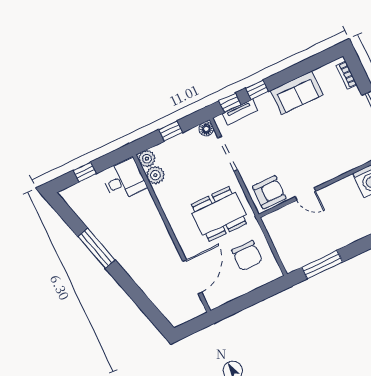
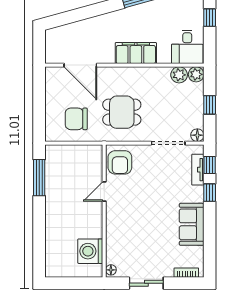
dining table: (219, 214) -> (122, 112), width x0.73
filing cabinet: (154, 228) -> (136, 53), added

